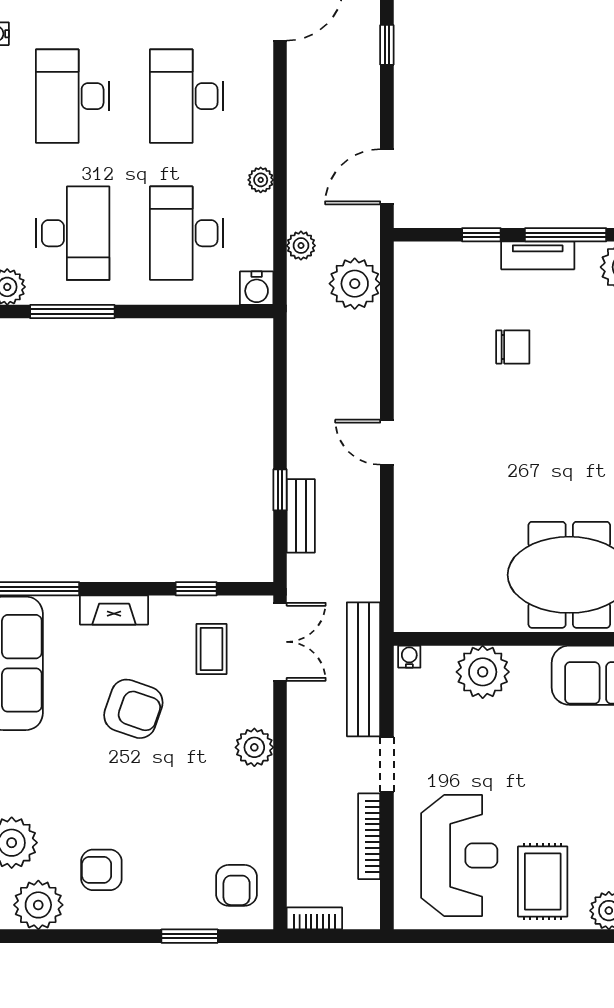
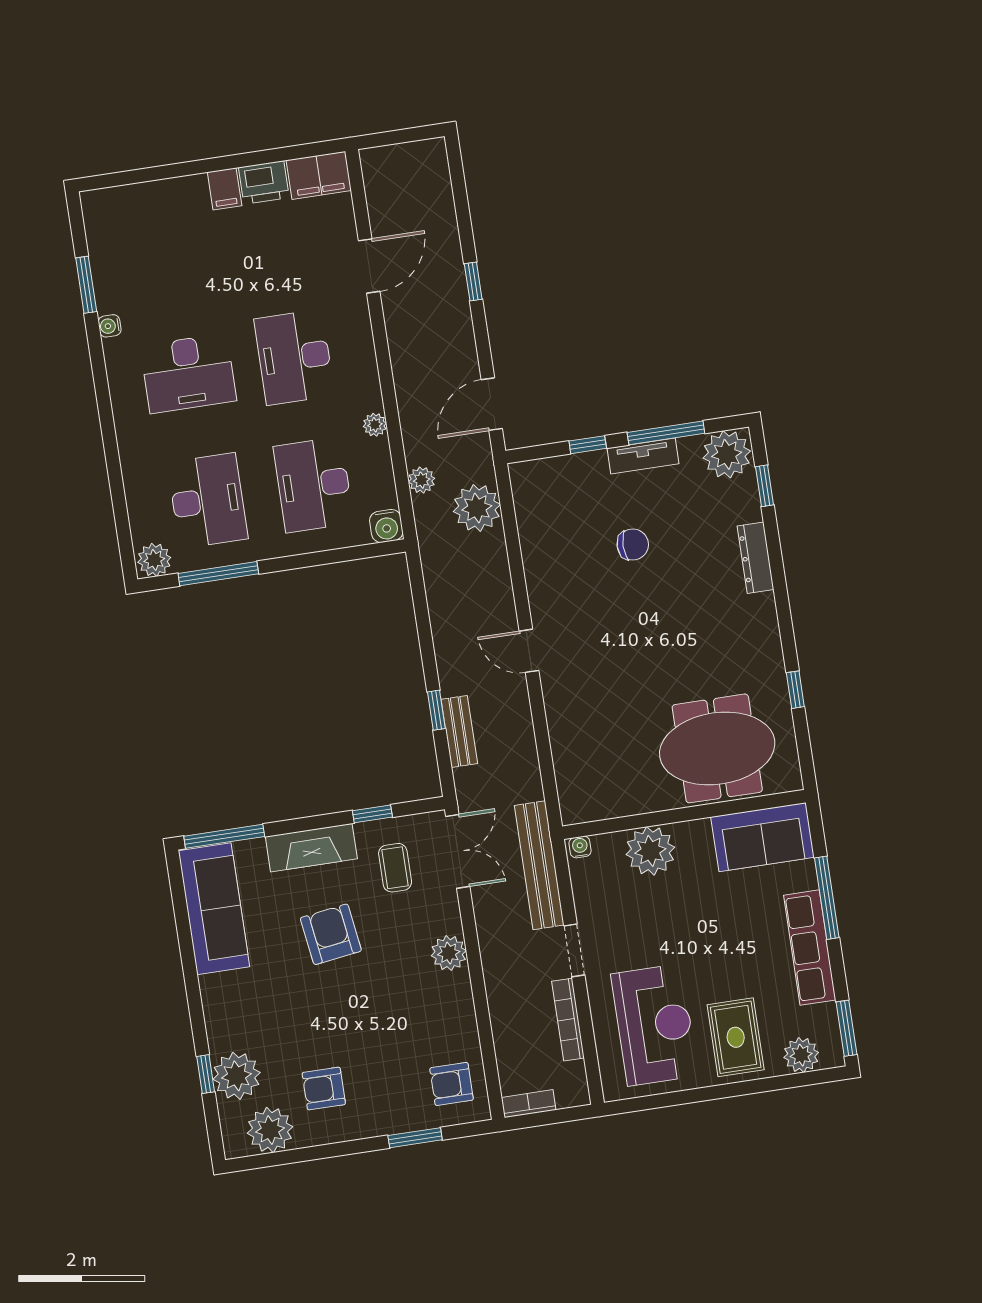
desk: (73, 96) -> (188, 373), turned -90
fireplace: (114, 610) -> (311, 848), width x1.37, depth x1.32
armchair: (133, 709) -> (331, 934), turned -117
armchair: (237, 885) -> (452, 1084), turned 90

